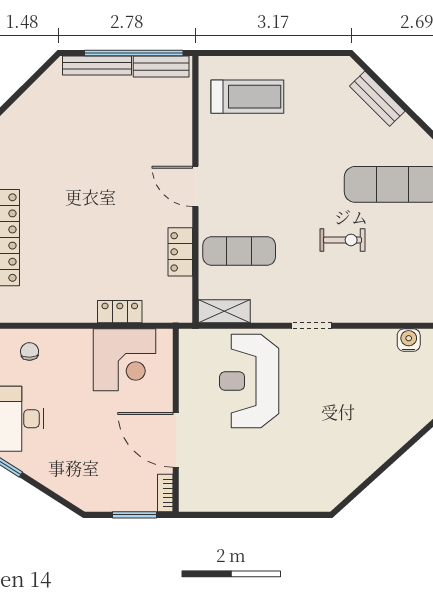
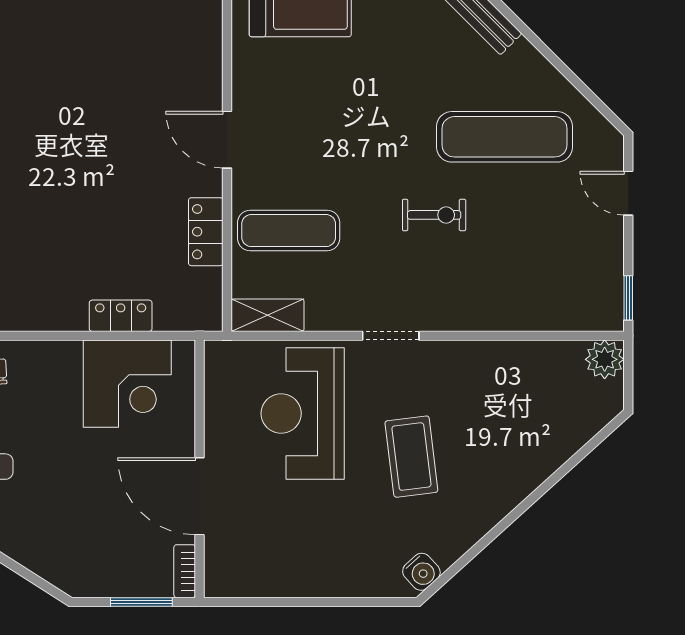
water cooler: (409, 340) -> (421, 572), moved, turned 138
coffee table: (326, 412) -> (411, 457), added

